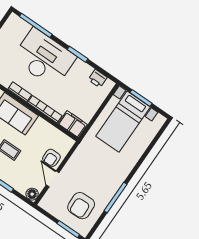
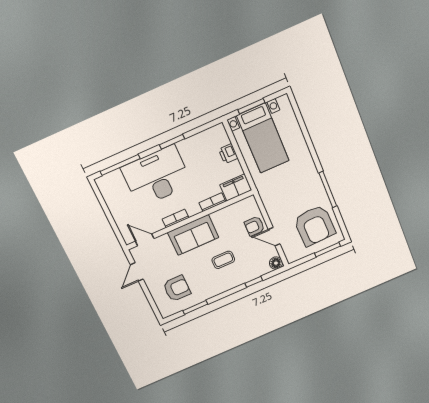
printer: (98, 78) -> (228, 154), moved, turned 90
bookcase: (45, 109) -> (212, 202), width x0.64
armchair: (51, 158) -> (254, 226), turned 90
armchair: (81, 206) -> (315, 225), width x1.36, depth x1.36

